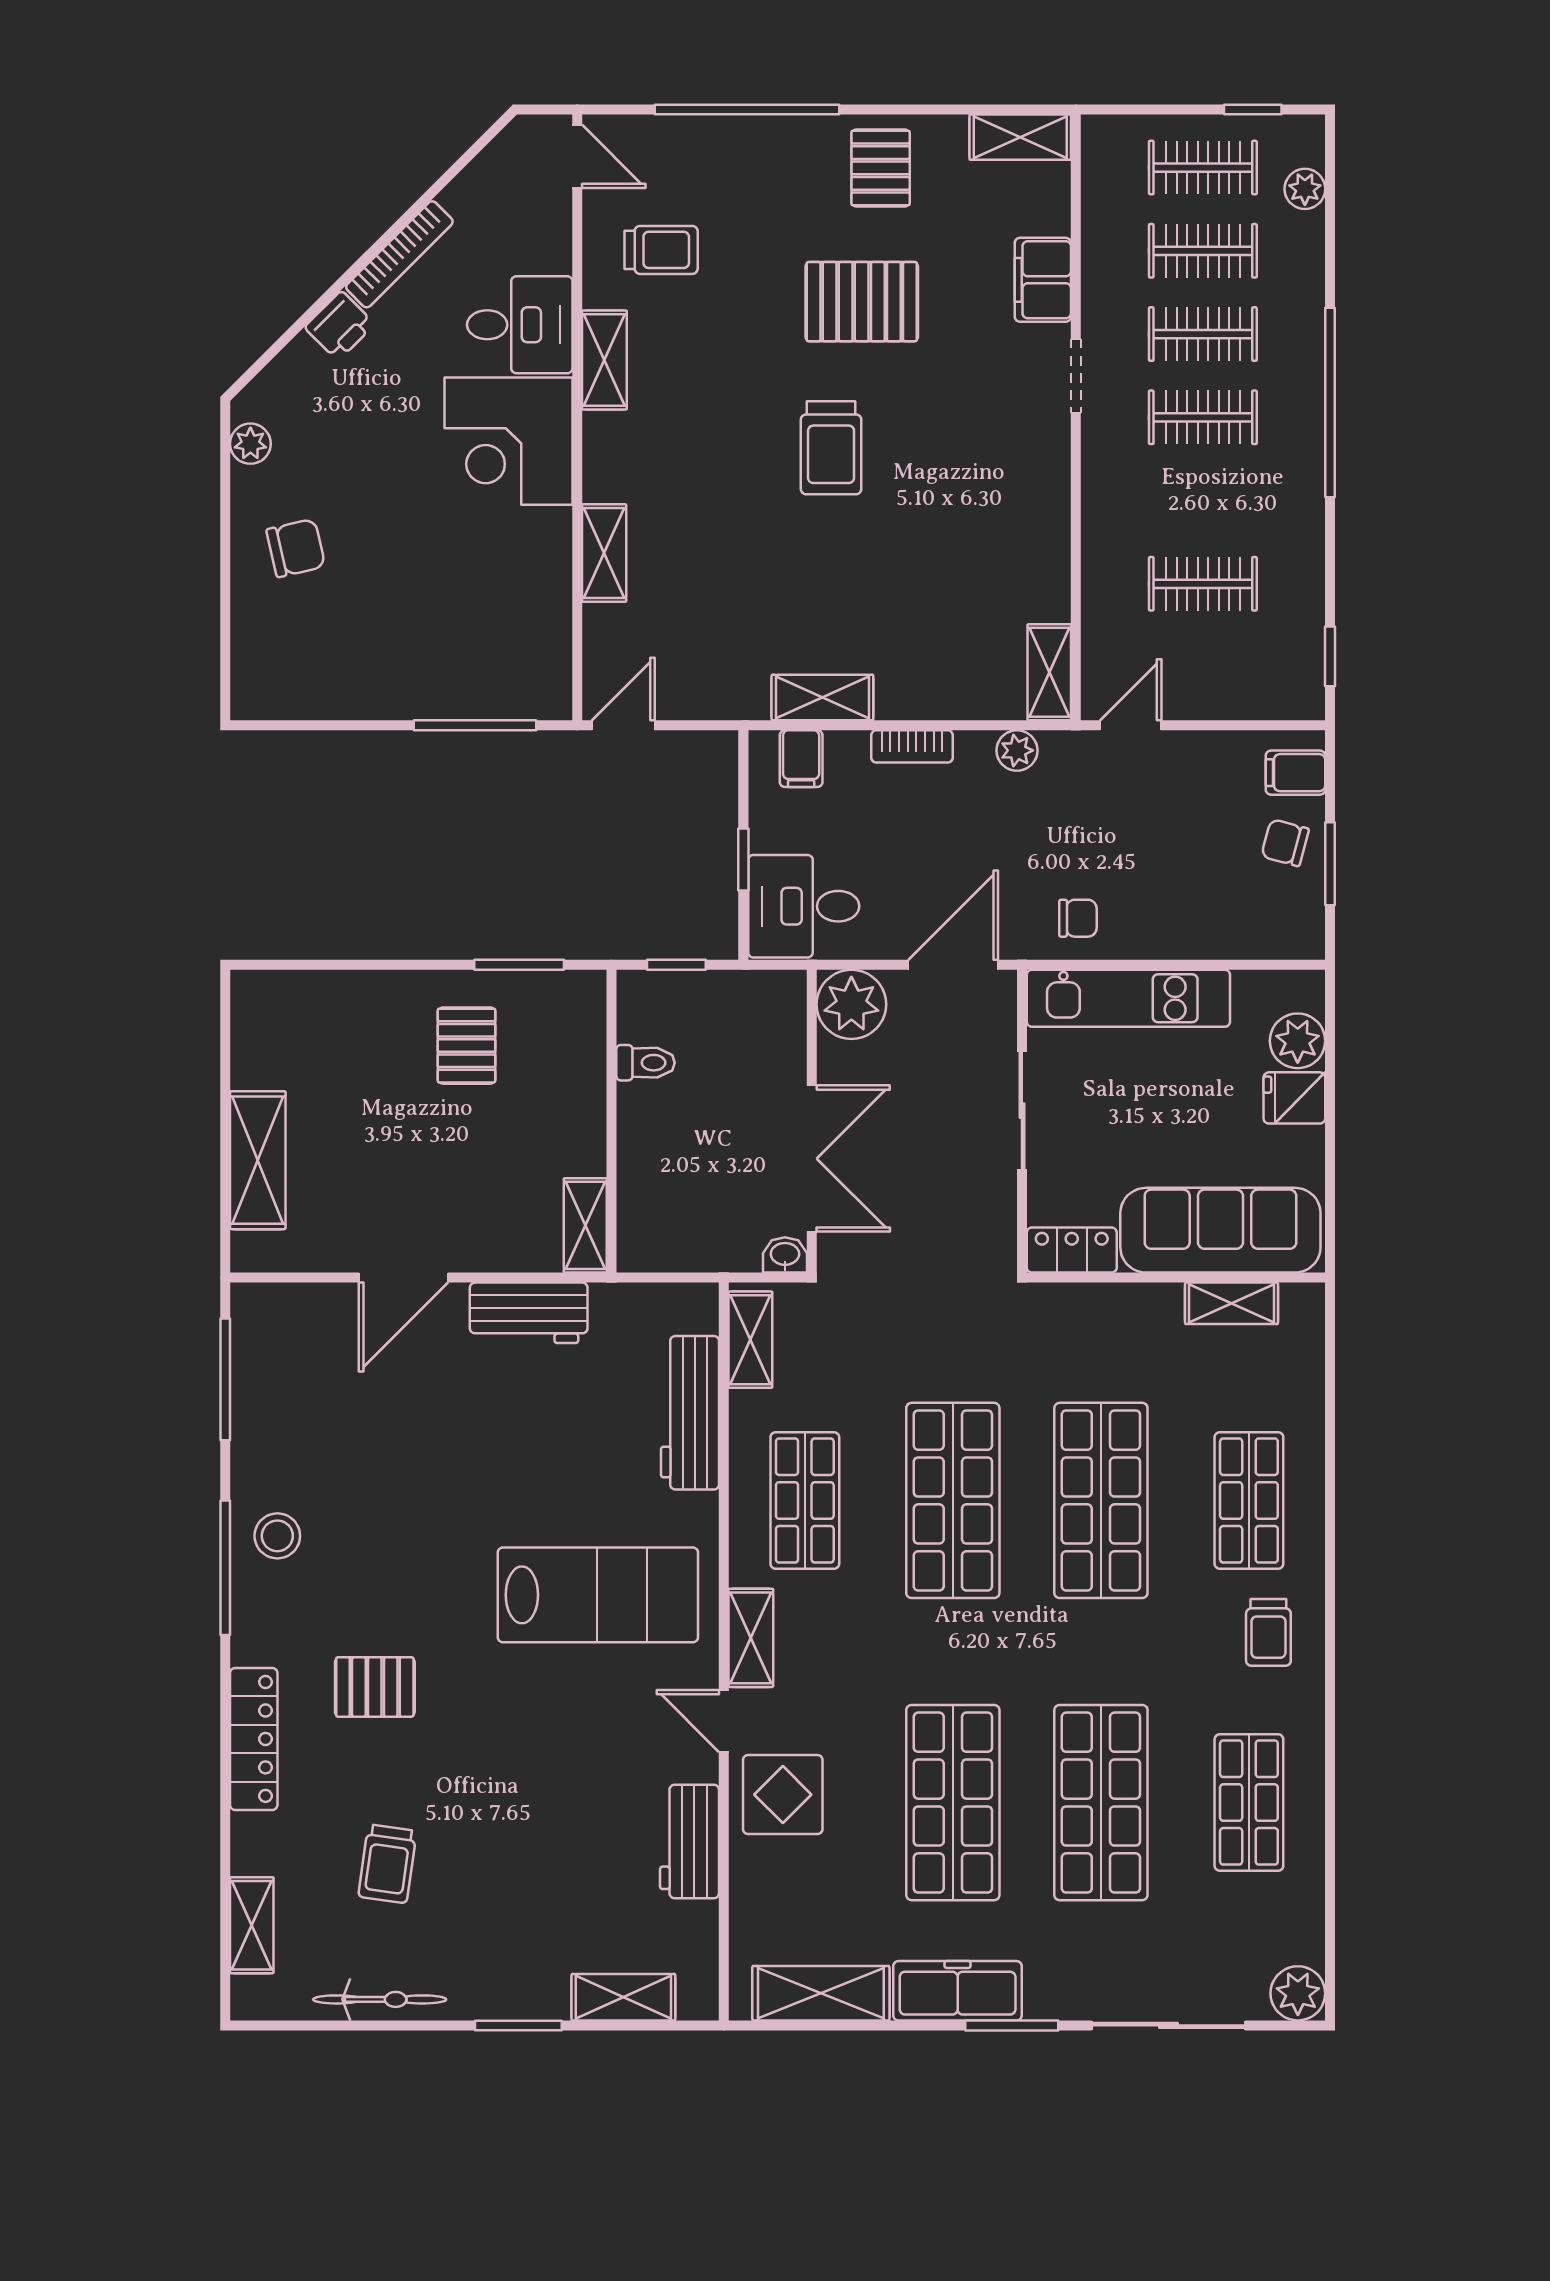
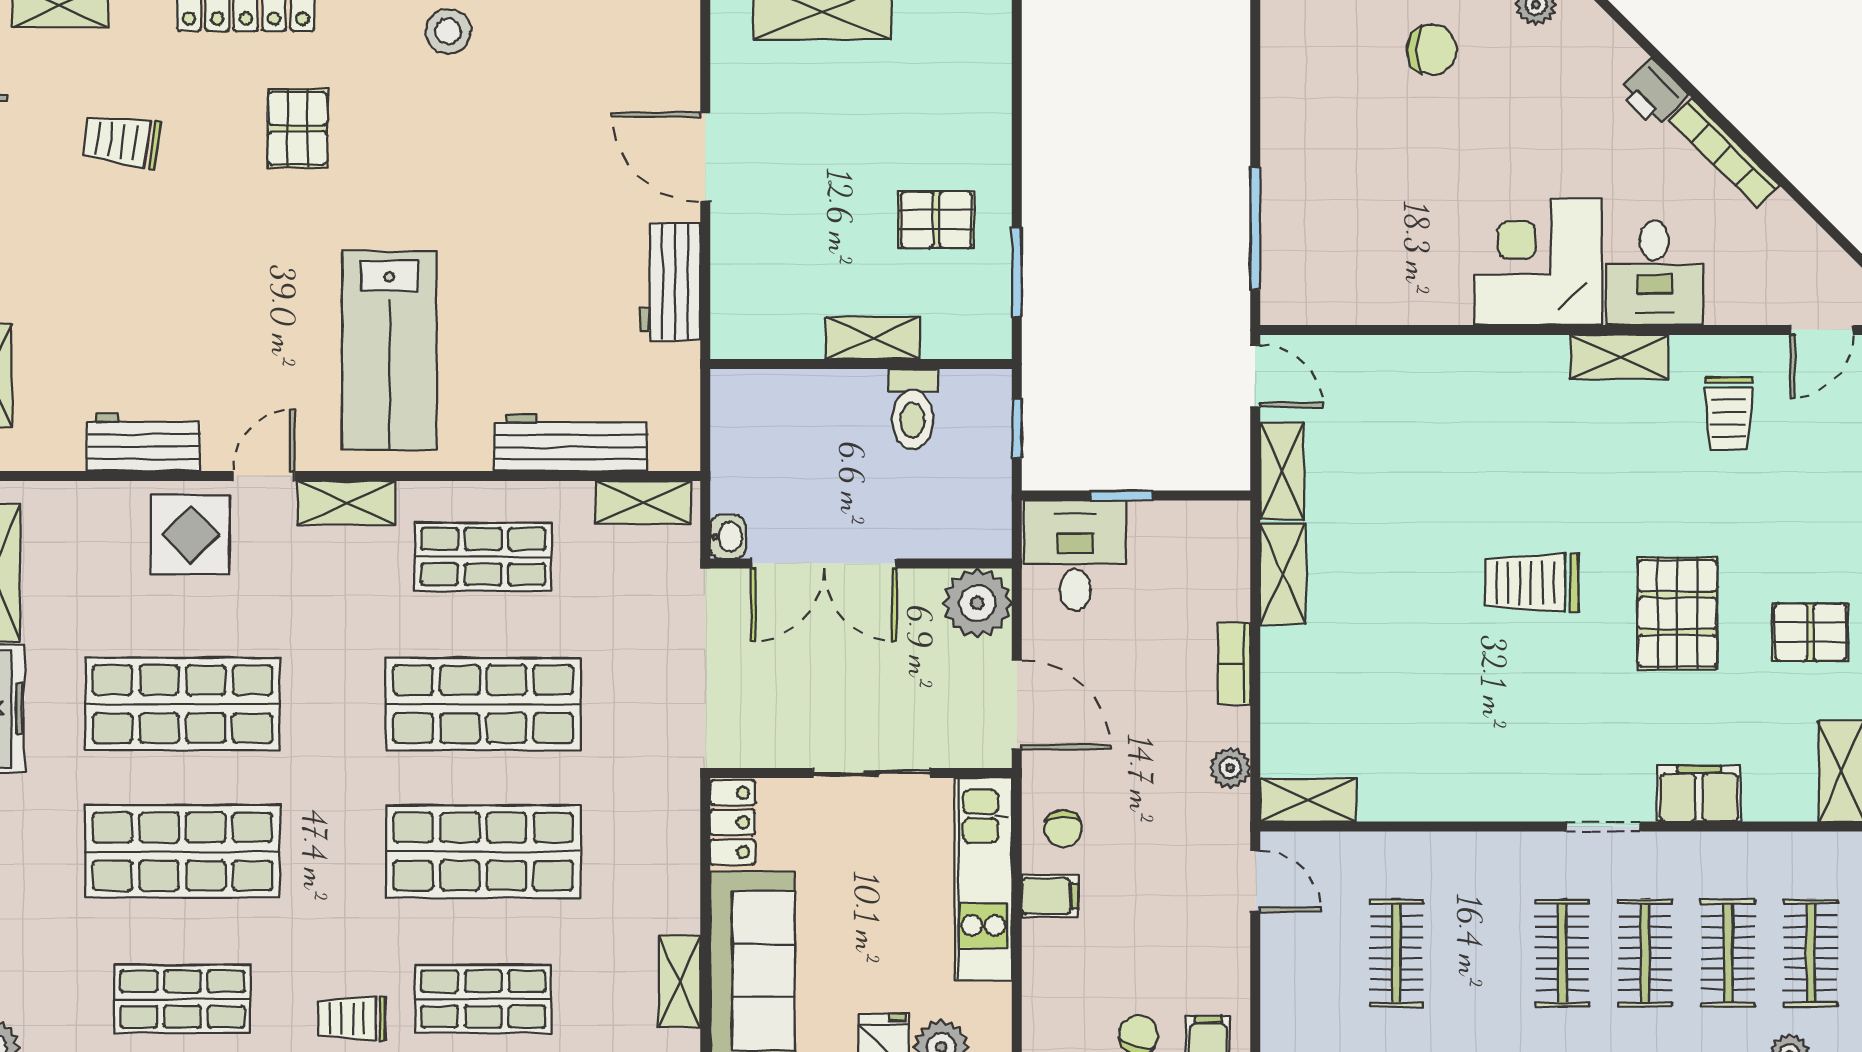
chair: (296, 548) -> (1432, 50), turned -77
shelving: (604, 553) -> (1282, 471), moved, turned 90
filing cabinet: (801, 759) -> (1050, 896), moved, turned 180
toilet: (645, 1063) -> (913, 409), width x1.37, depth x1.39
shelving: (585, 1225) -> (872, 338), moved

